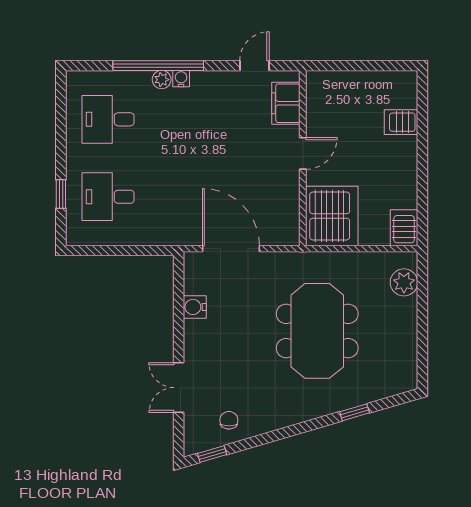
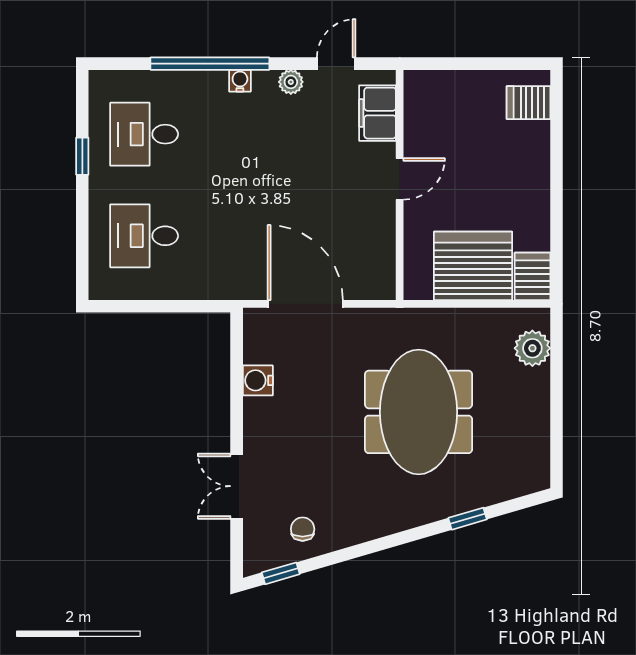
plant: (162, 80) -> (291, 82), moved
server rack: (401, 122) -> (529, 103), moved
window: (61, 194) -> (82, 156), moved
server rack: (332, 216) -> (473, 266), moved, turned -90

